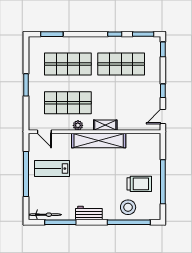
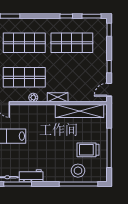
shelving: (99, 140) -> (80, 111), moved
trolley: (139, 184) -> (88, 150), turned 180
workbench: (89, 213) -> (31, 176), moved

